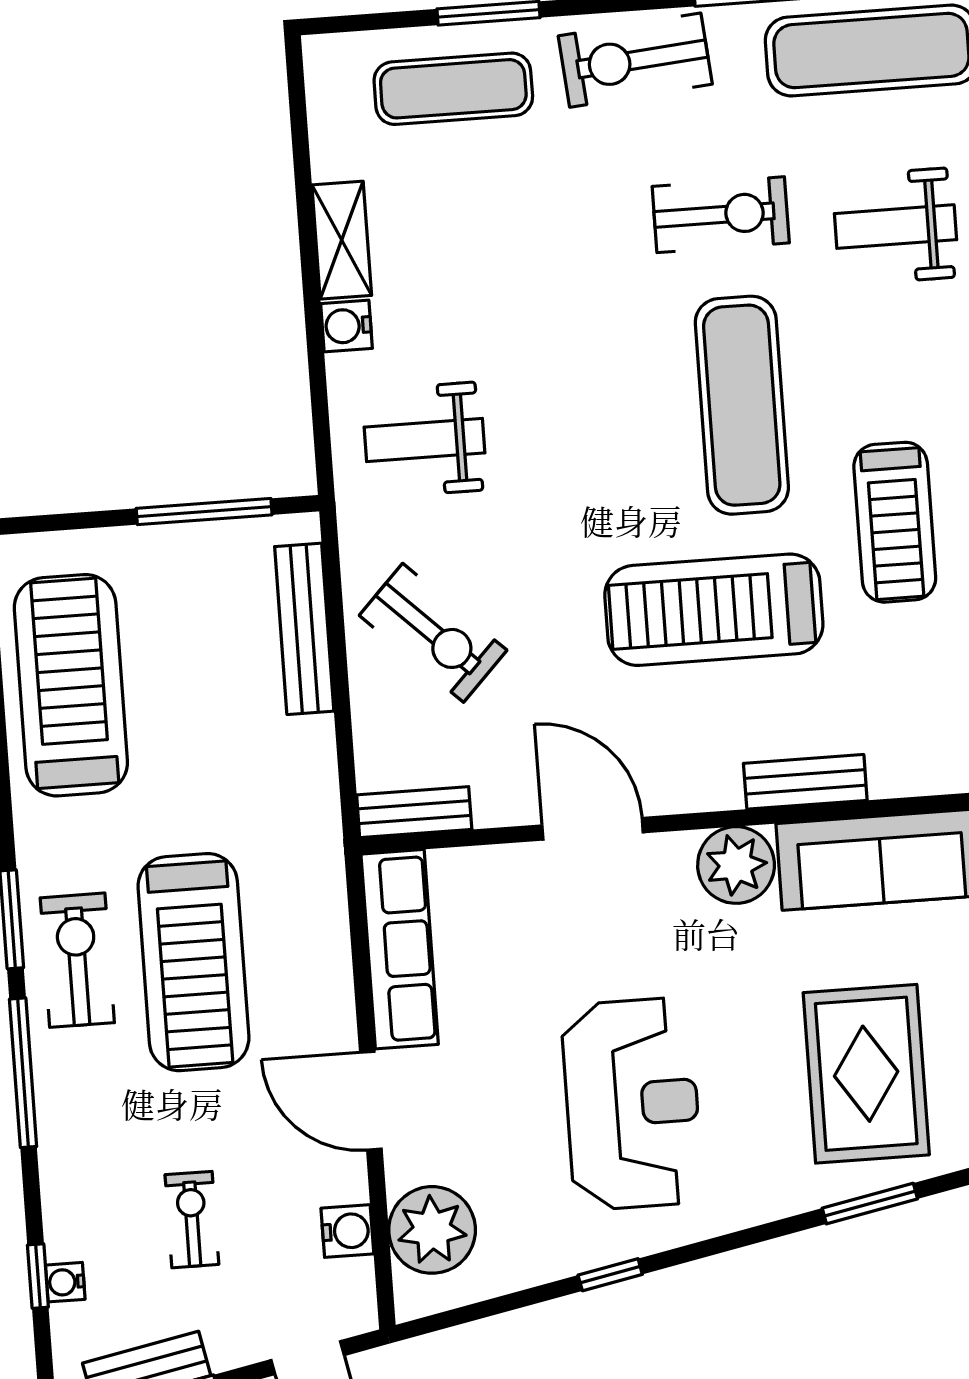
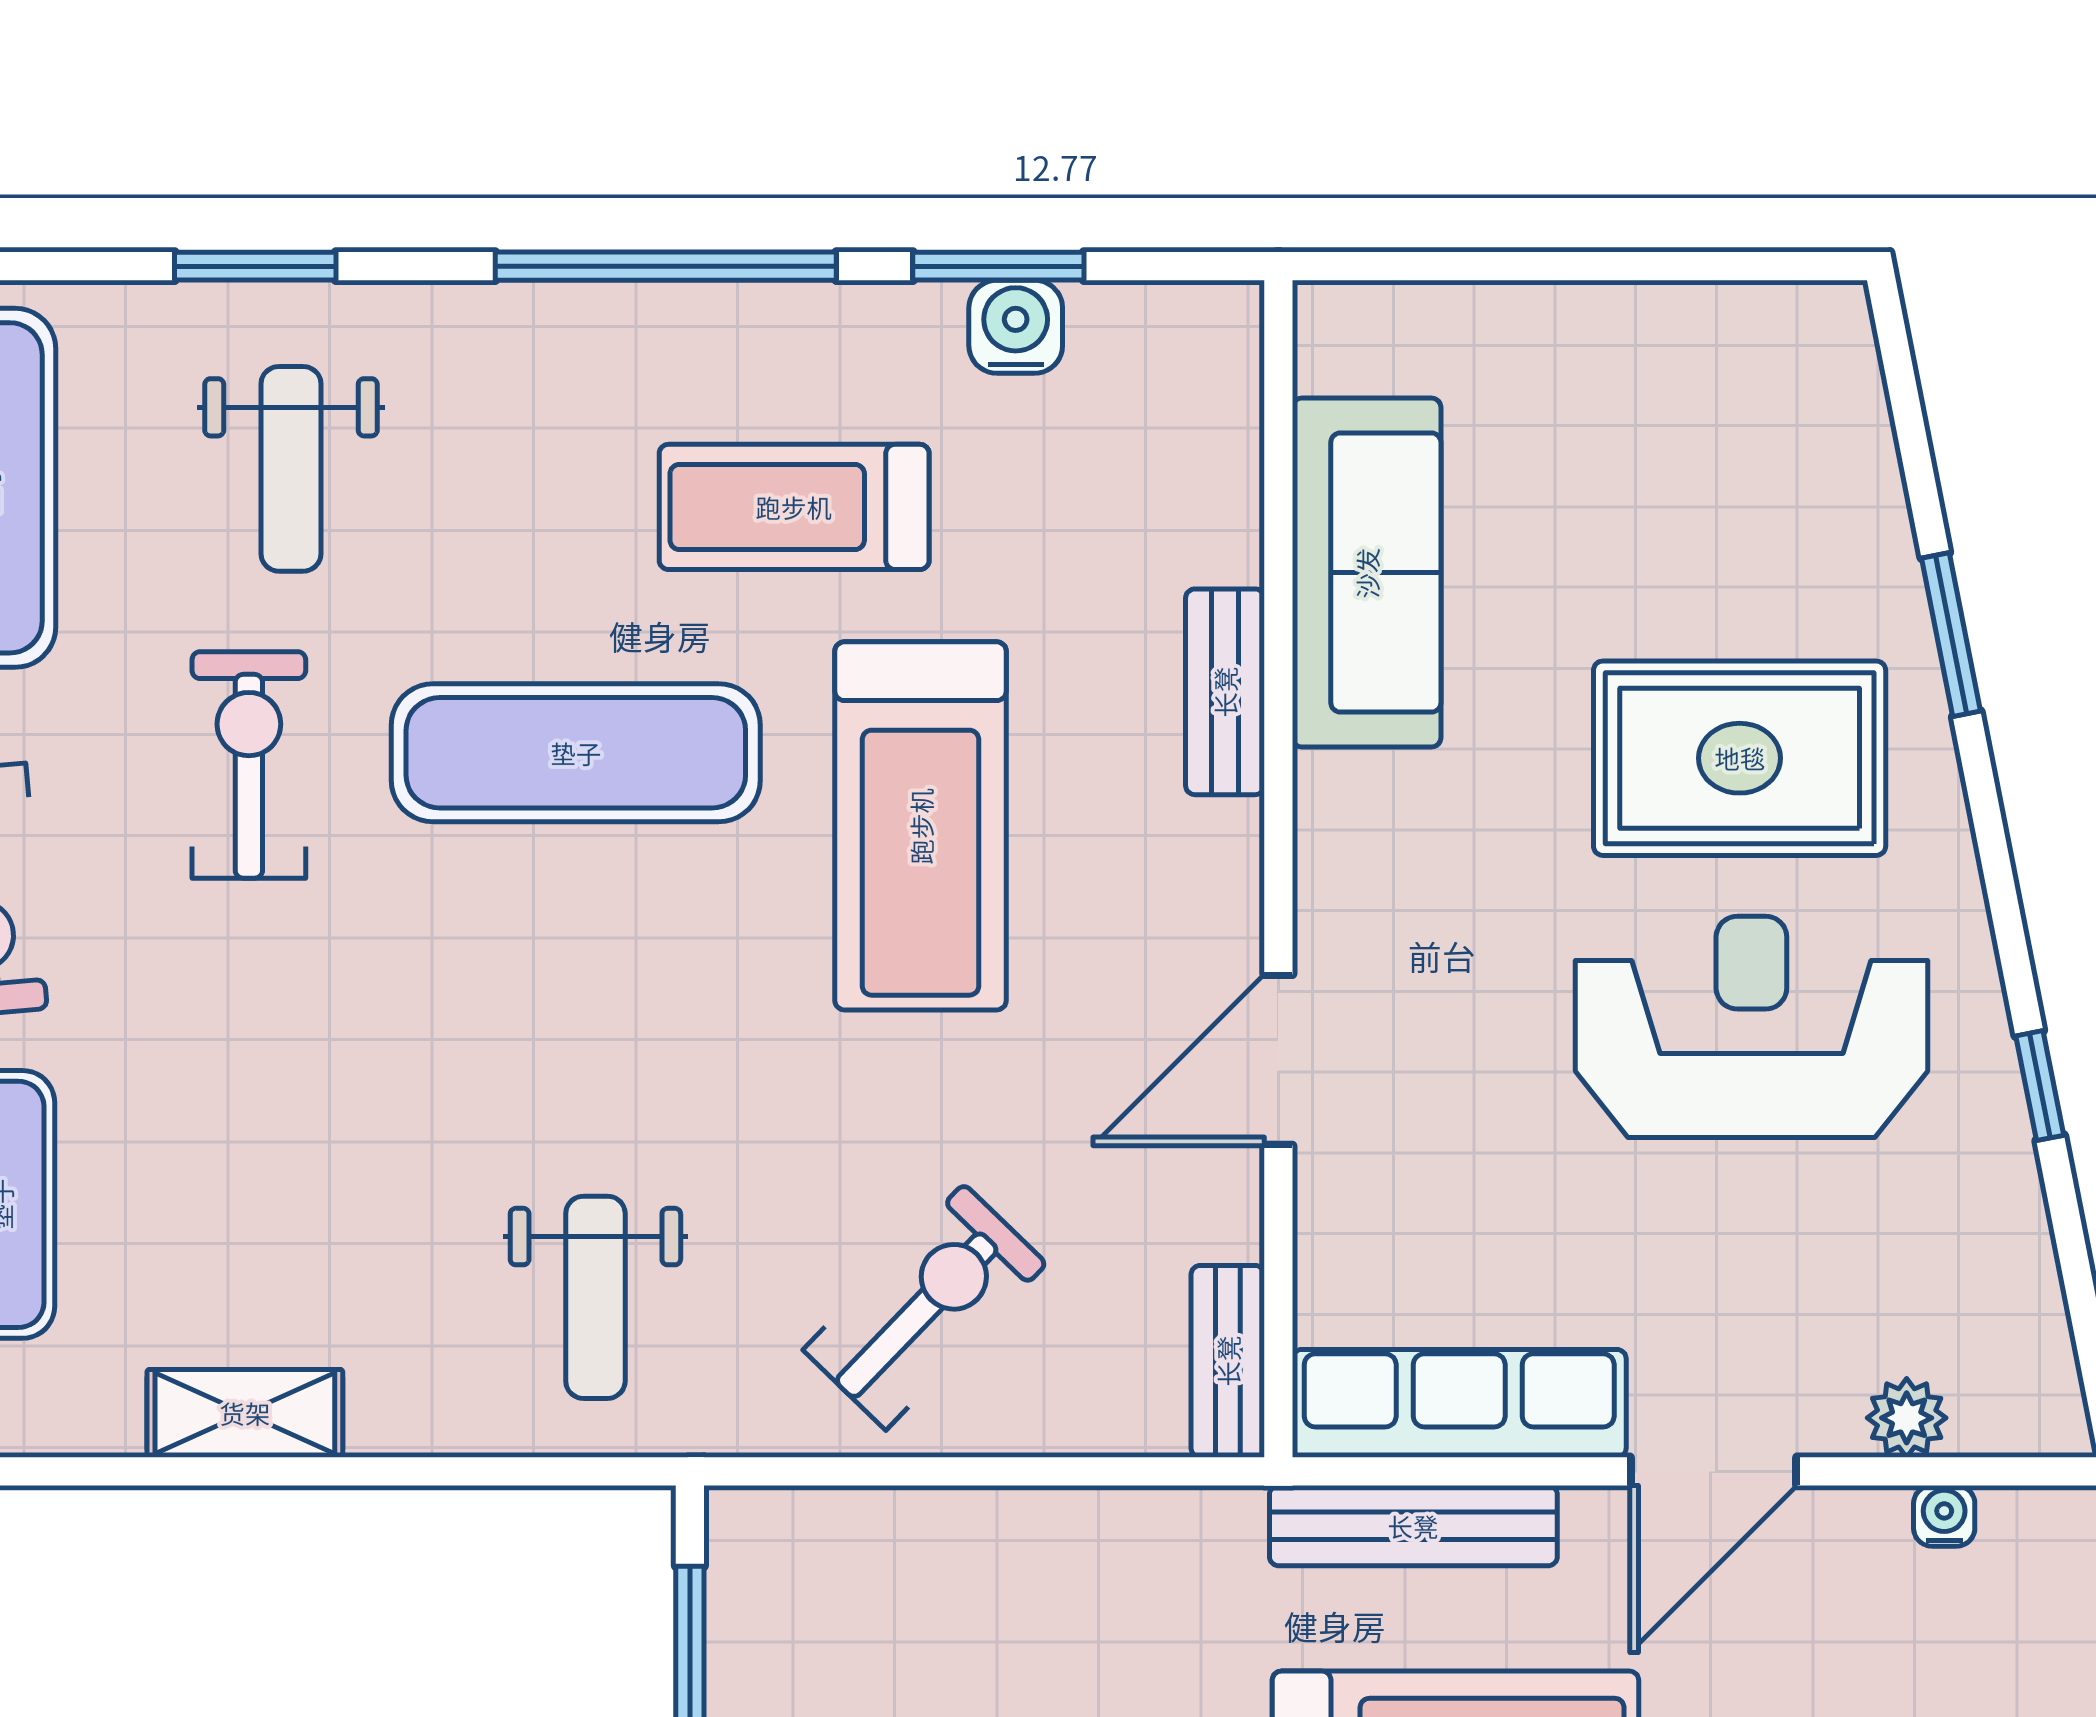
water cooler: (346, 326) -> (392, 1416), removed
treadmill: (895, 522) -> (794, 507), turned 180
bench: (304, 629) -> (1413, 1526), moved
plant: (736, 865) -> (1358, 820), removed
rug: (866, 1074) -> (1740, 758), moved
plant: (432, 1230) -> (1907, 1418), width x0.53, depth x0.53
water cooler: (347, 1231) -> (1944, 1516), width x0.72, depth x0.72

